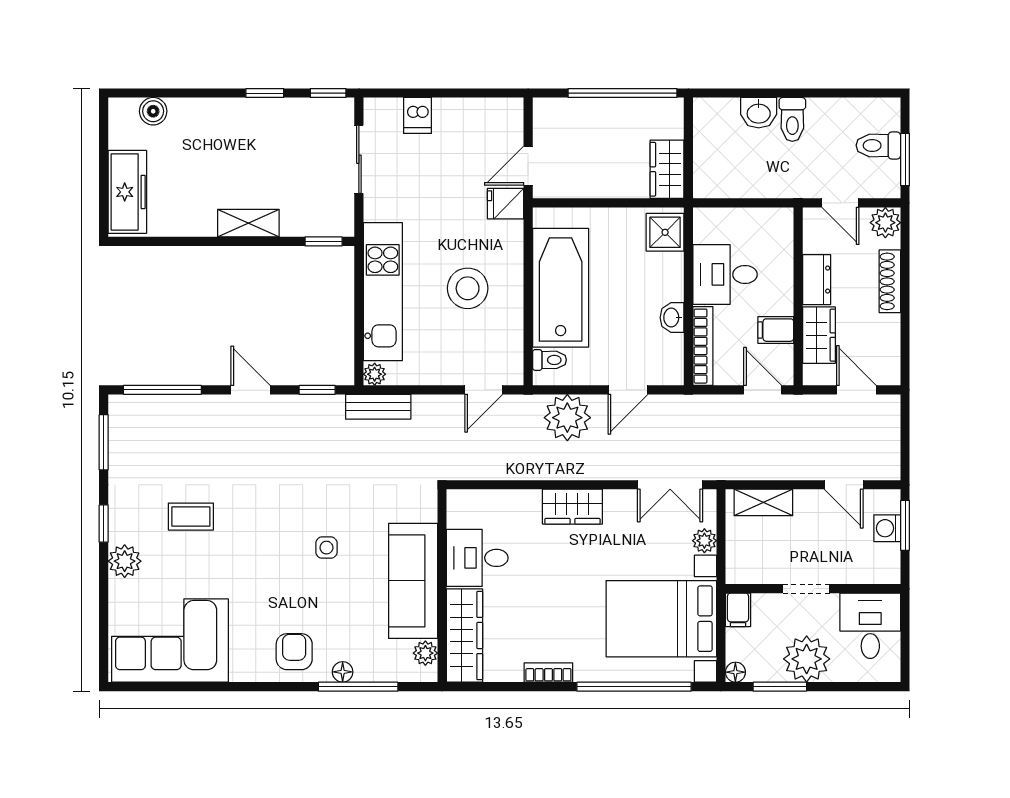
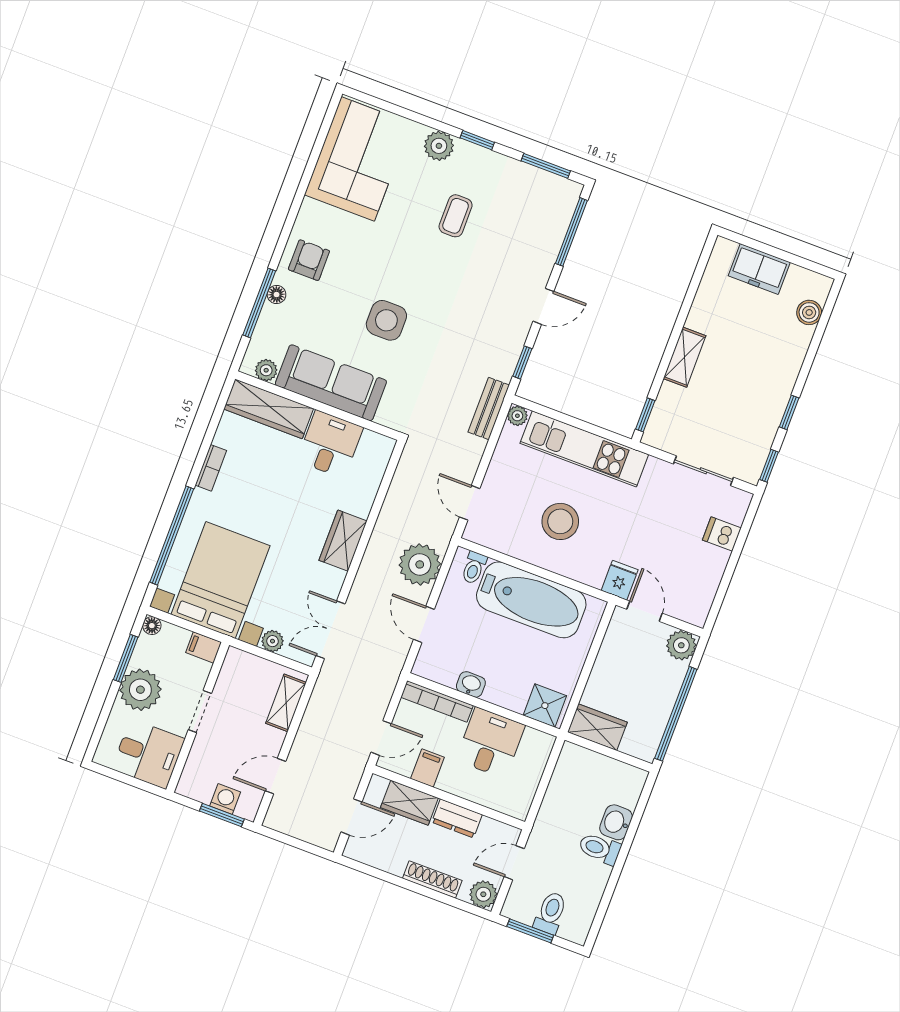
plant: (549, 114) -> (681, 645), added
freezer: (127, 192) -> (759, 269), width x0.71
side table: (326, 548) -> (386, 320), width x1.87, depth x1.87
armchair: (294, 652) -> (309, 260), turned -90

